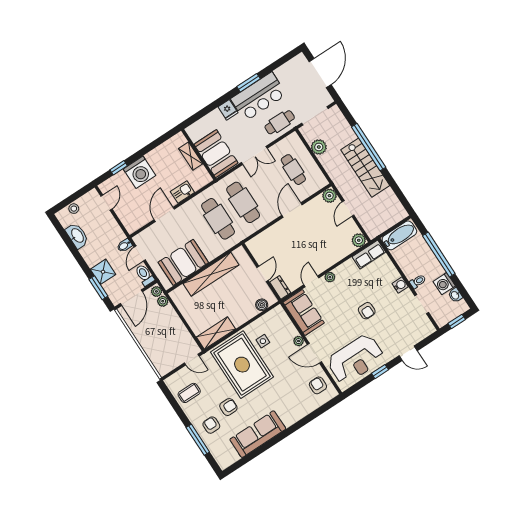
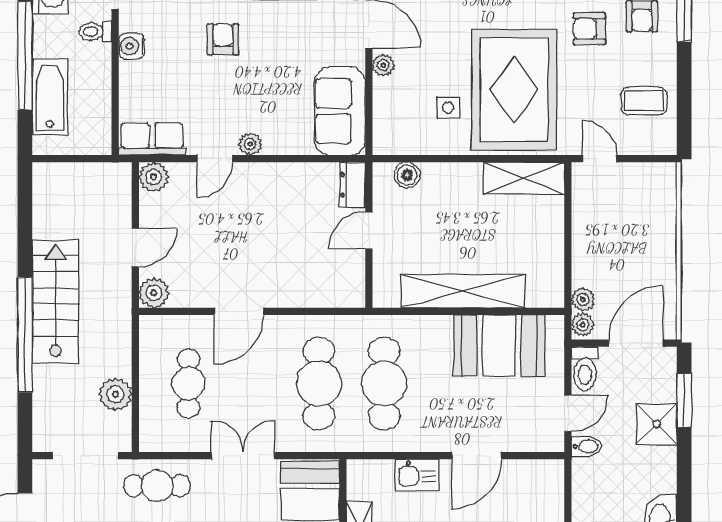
bathtub: (399, 235) -> (50, 97), moved, turned 90
door: (311, 281) -> (215, 159), moved

